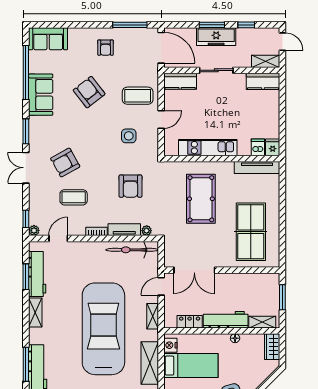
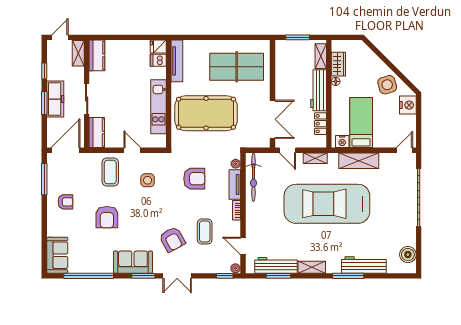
armchair: (89, 92) -> (107, 217), turned -52
sofa: (41, 95) -> (133, 262), moved
pool table: (201, 199) -> (206, 113), width x1.36, depth x1.32
wardrobe: (272, 347) -> (338, 64), moved, turned -90
window: (26, 364) -> (348, 276), moved

